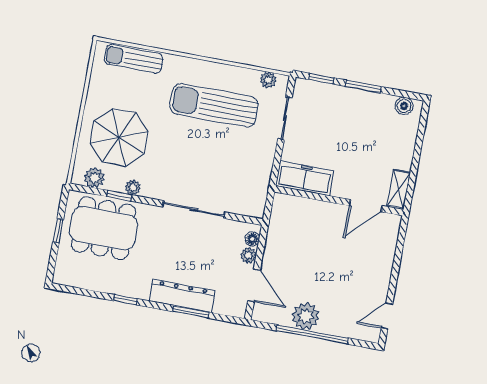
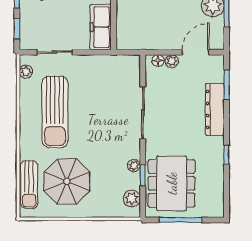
parasol: (119, 137) -> (67, 181), moved
window: (58, 231) -> (180, 220), width x2.17
window: (191, 312) -> (227, 85), moved

